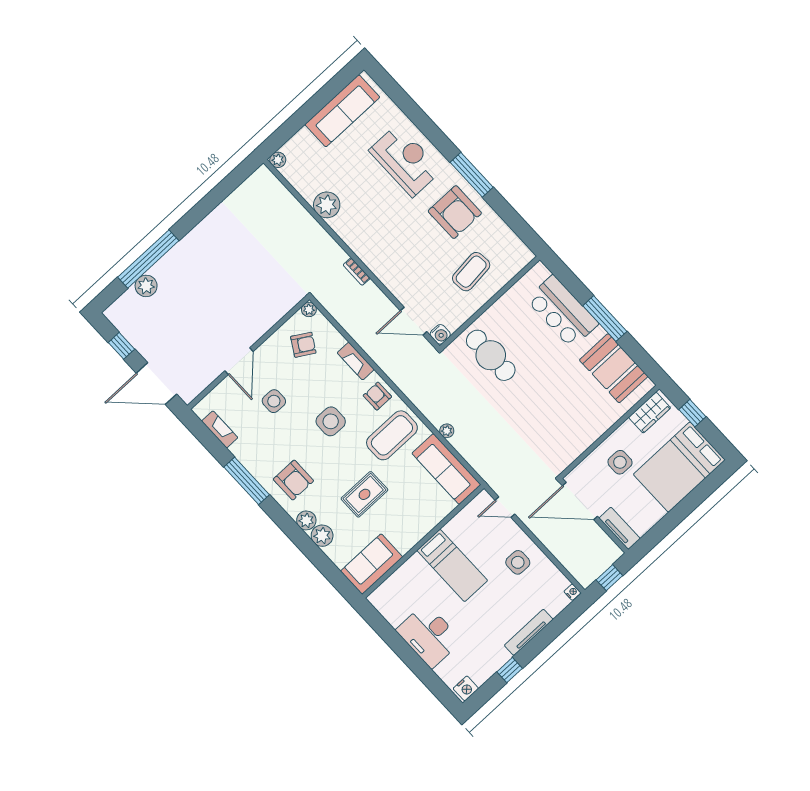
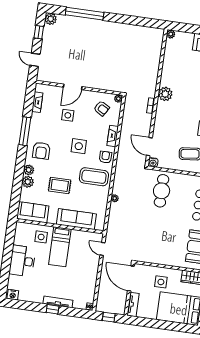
plant: (327, 205) -> (165, 94), moved
plant: (146, 286) -> (51, 19), moved
door: (156, 384) -> (35, 60), width x0.53
sofa: (446, 469) -> (76, 219), moved, turned 90
side table: (518, 562) -> (41, 237), moved
window: (510, 670) -> (53, 309), moved

